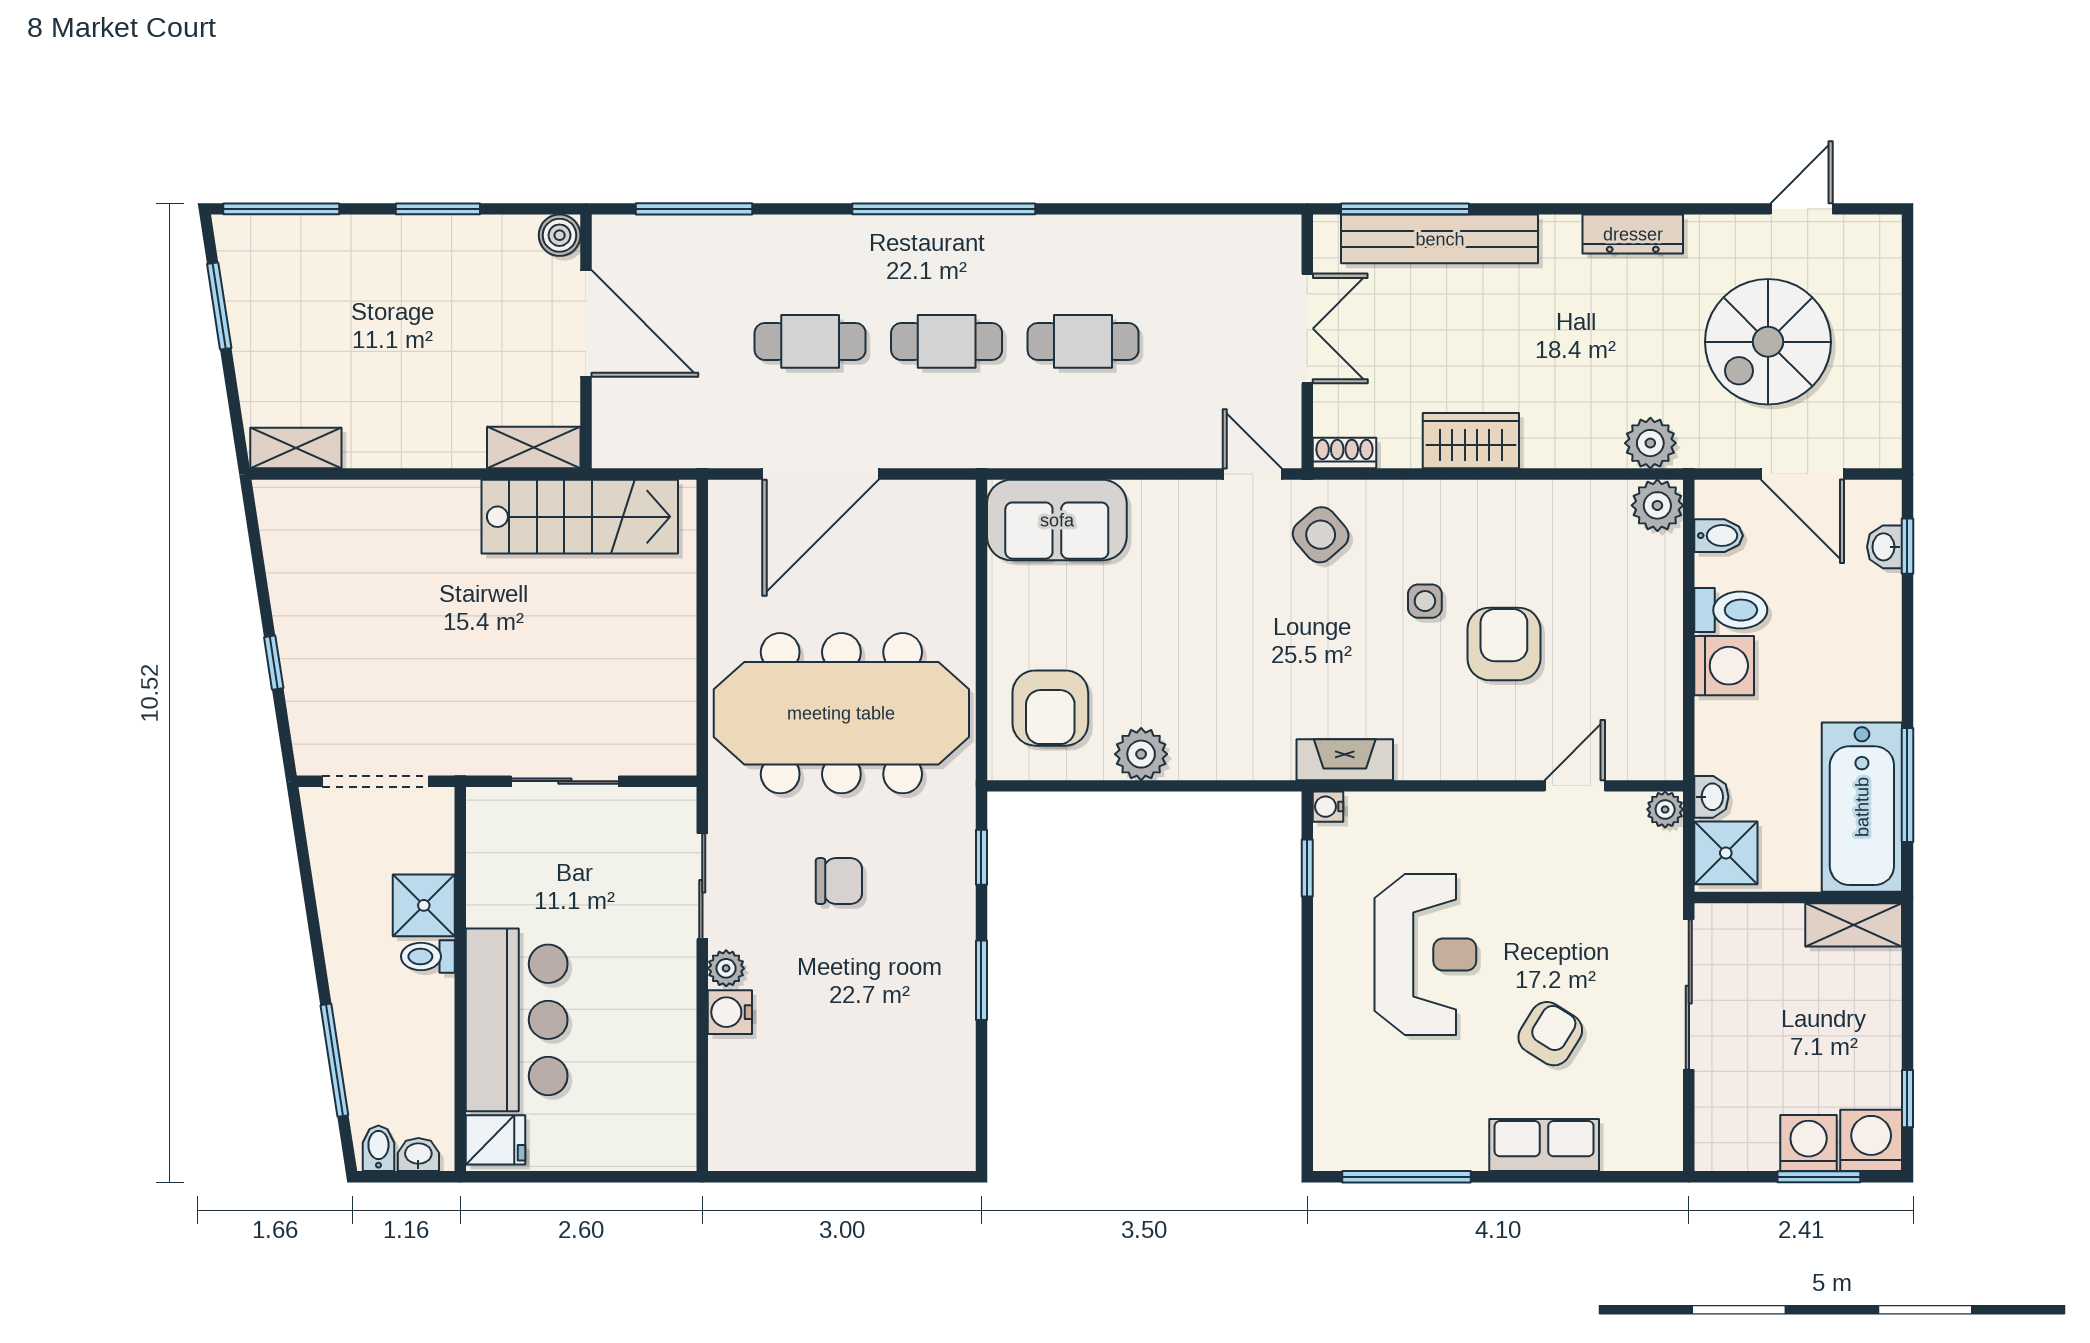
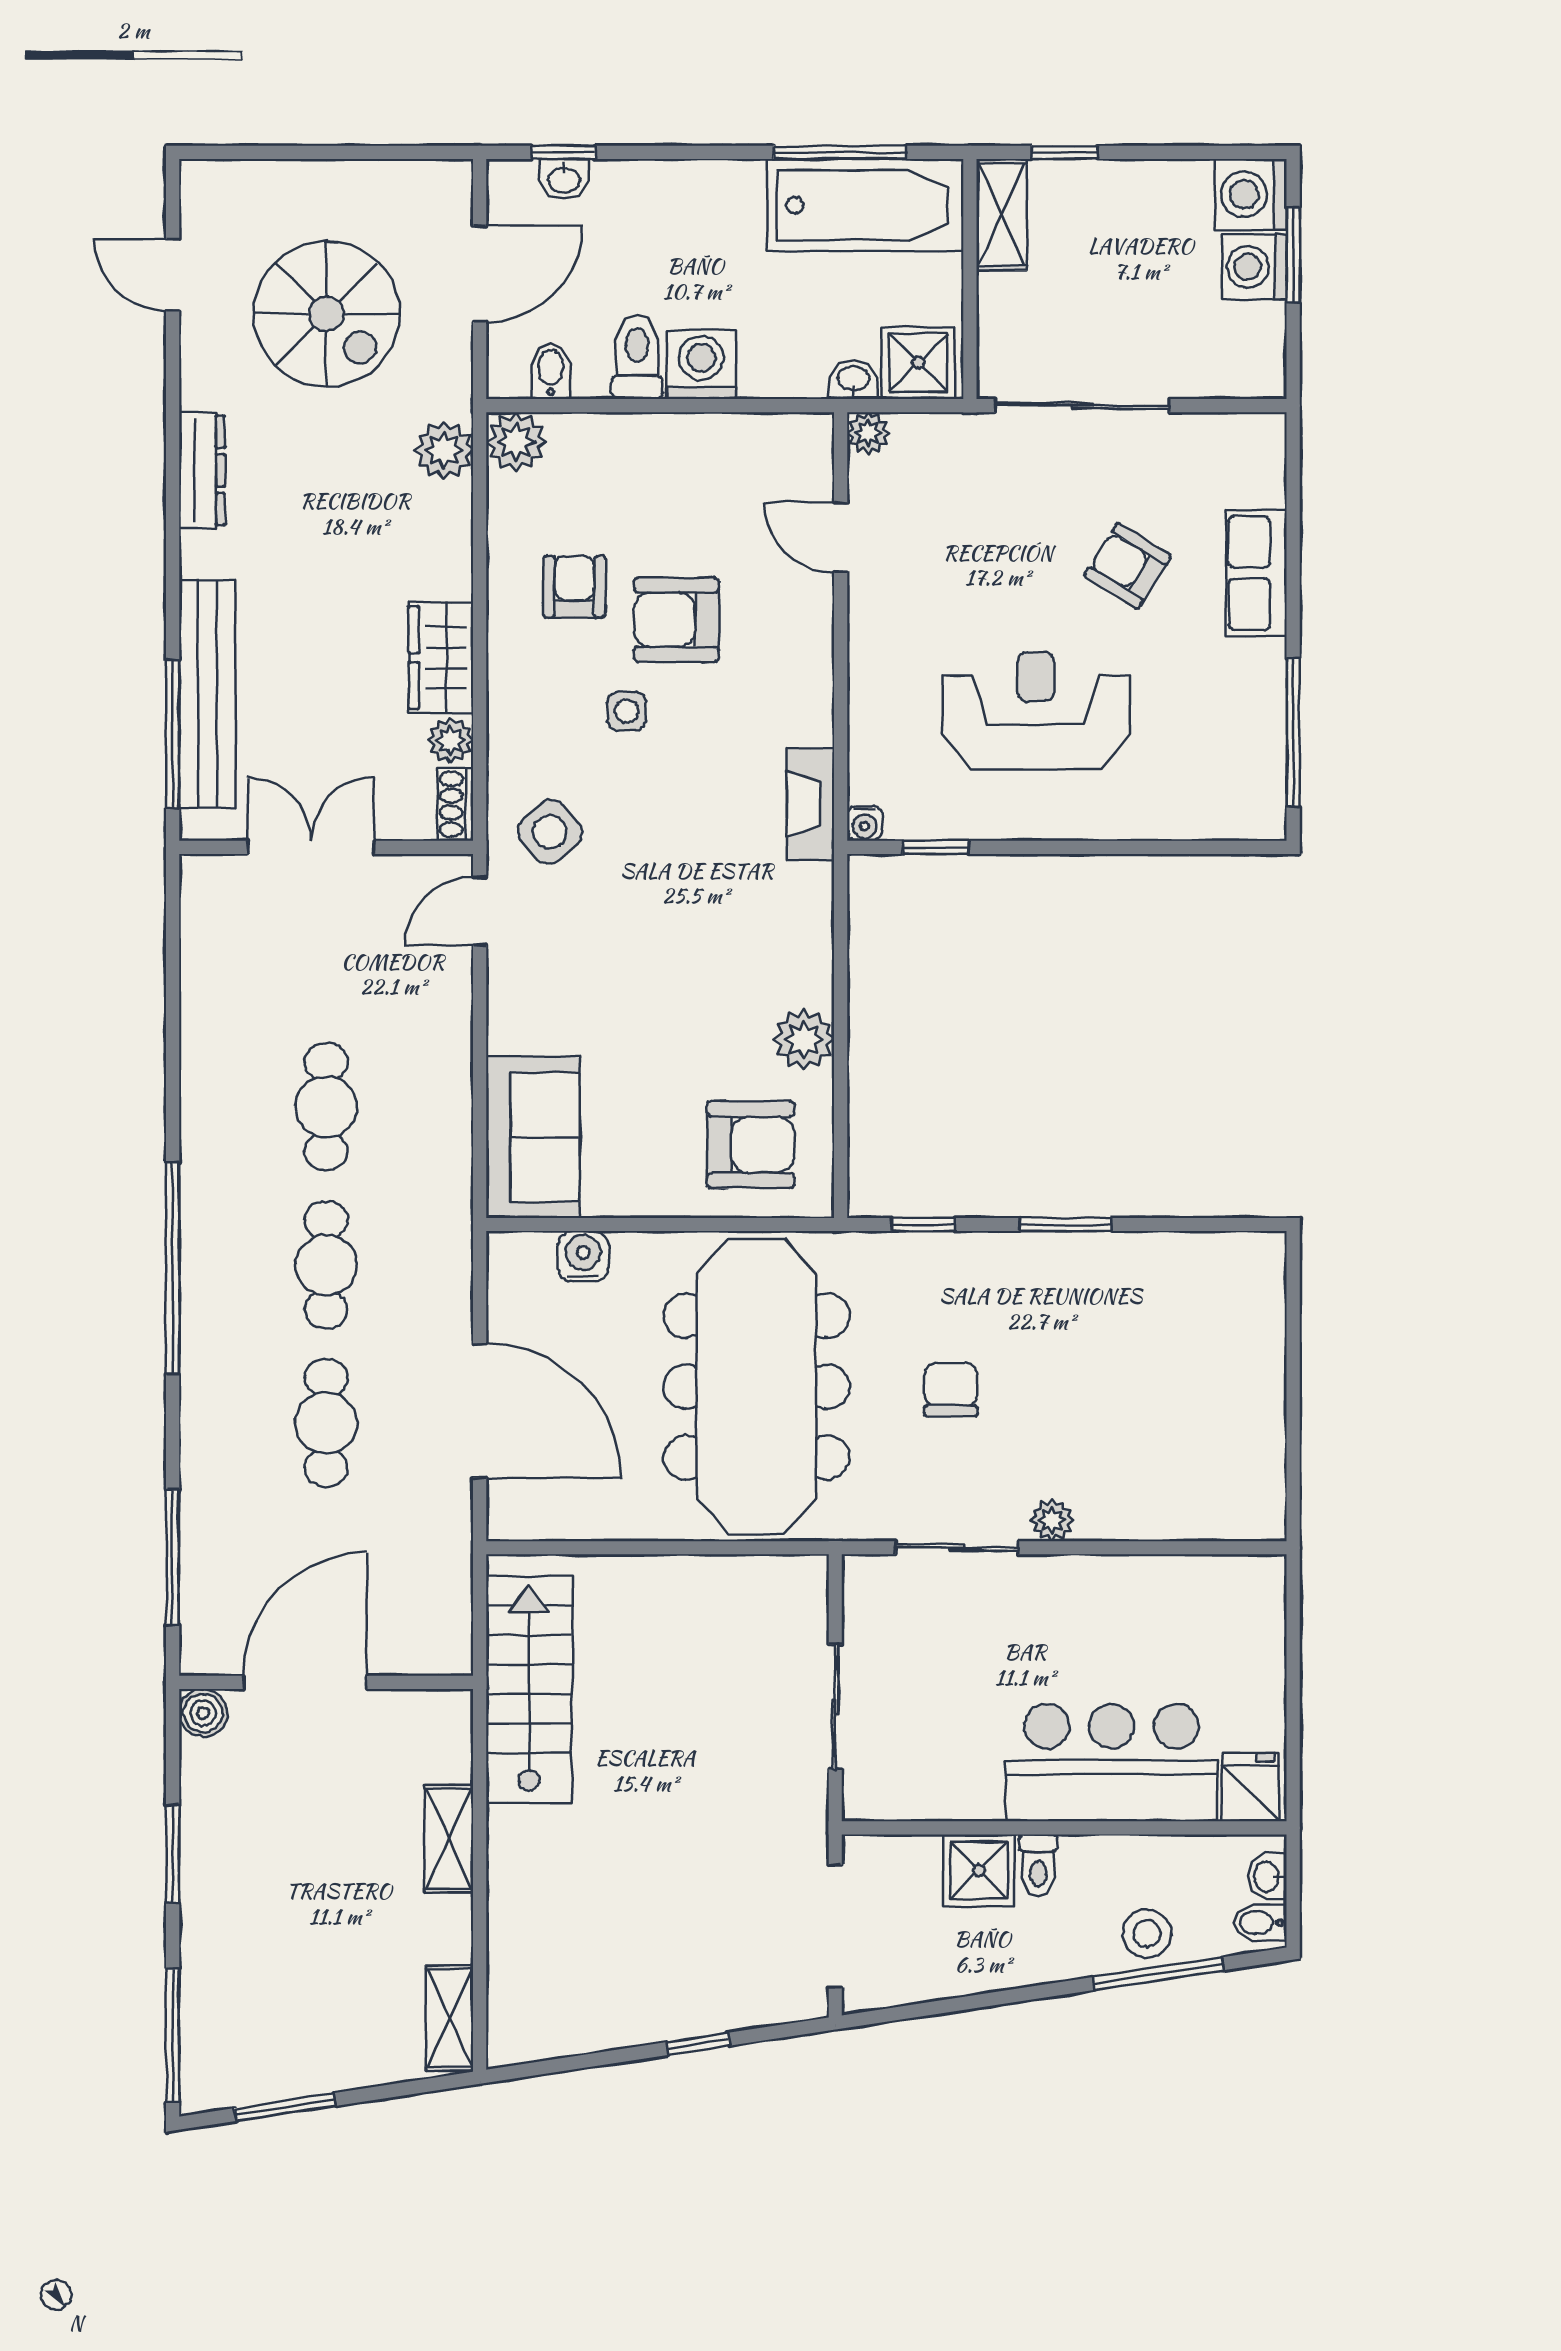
shelving: (534, 448) -> (449, 1839), moved
plant: (1400, 449) -> (450, 740), added
armchair: (1532, 556) -> (574, 587), added
water cooler: (730, 1012) -> (583, 1256), moved, turned 180
stool: (369, 1050) -> (1147, 1934), added
window: (1907, 1099) -> (1064, 152), moved

